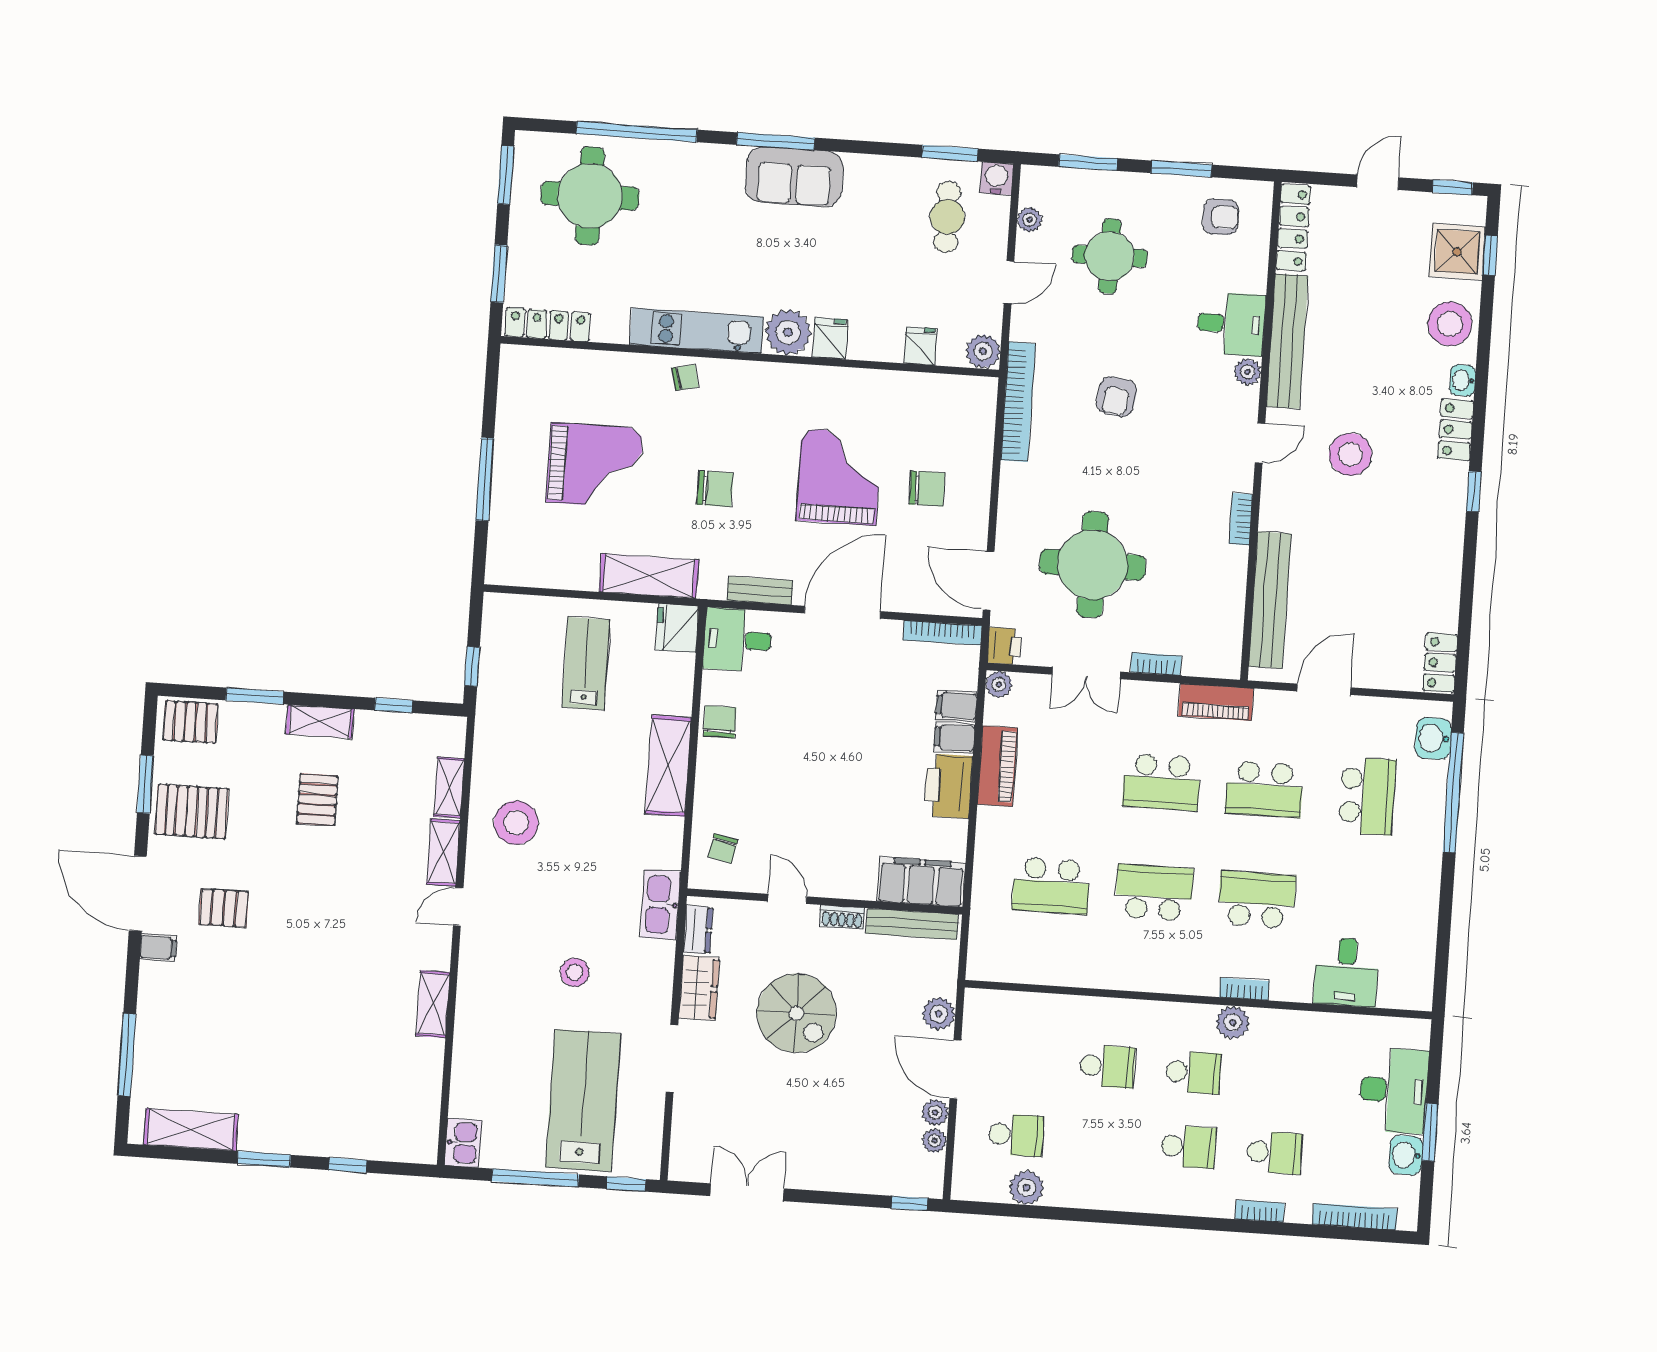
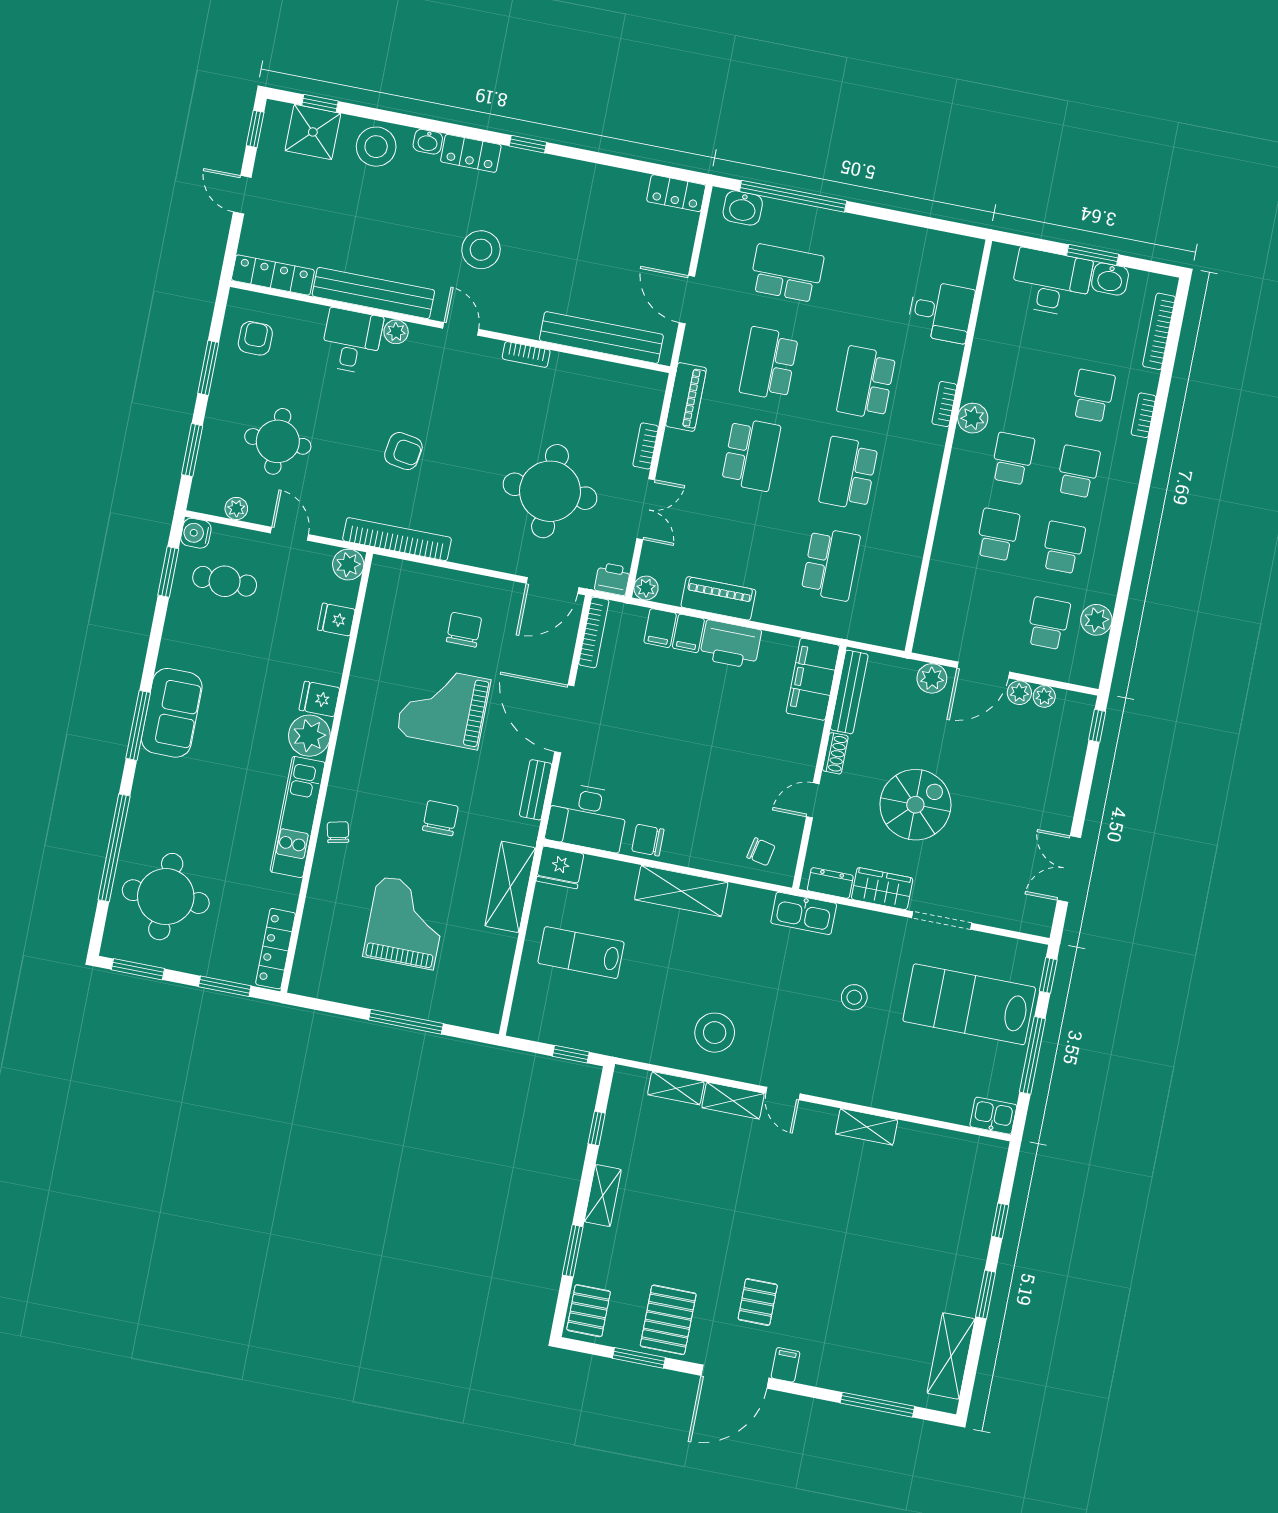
desk: (738, 640) -> (587, 817), width x1.37
school desk: (1264, 789) -> (769, 364), turned 180
pallet: (317, 800) -> (672, 1207), removed
school desk: (1102, 1141) -> (1063, 547), added

